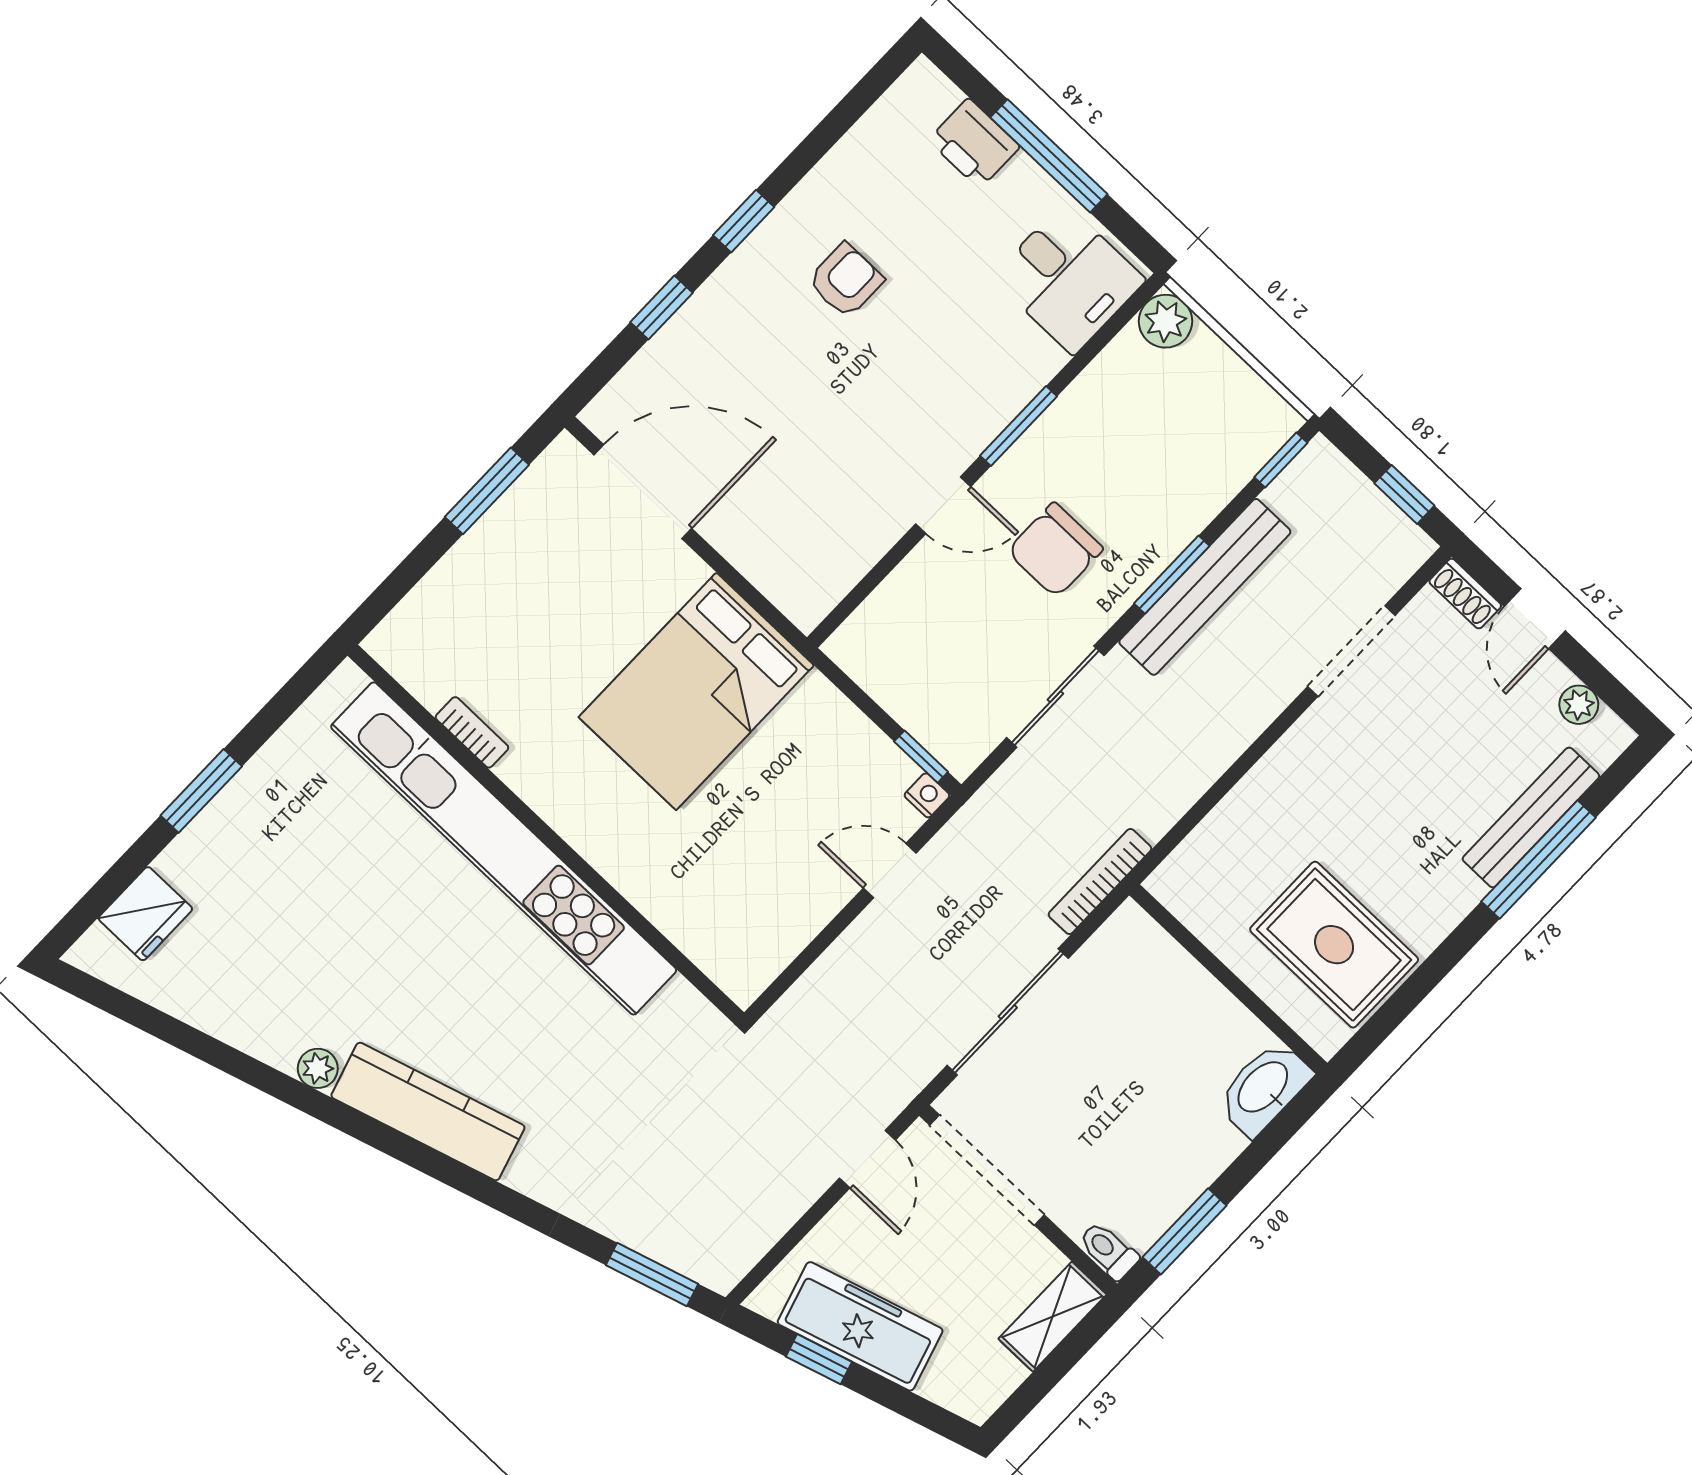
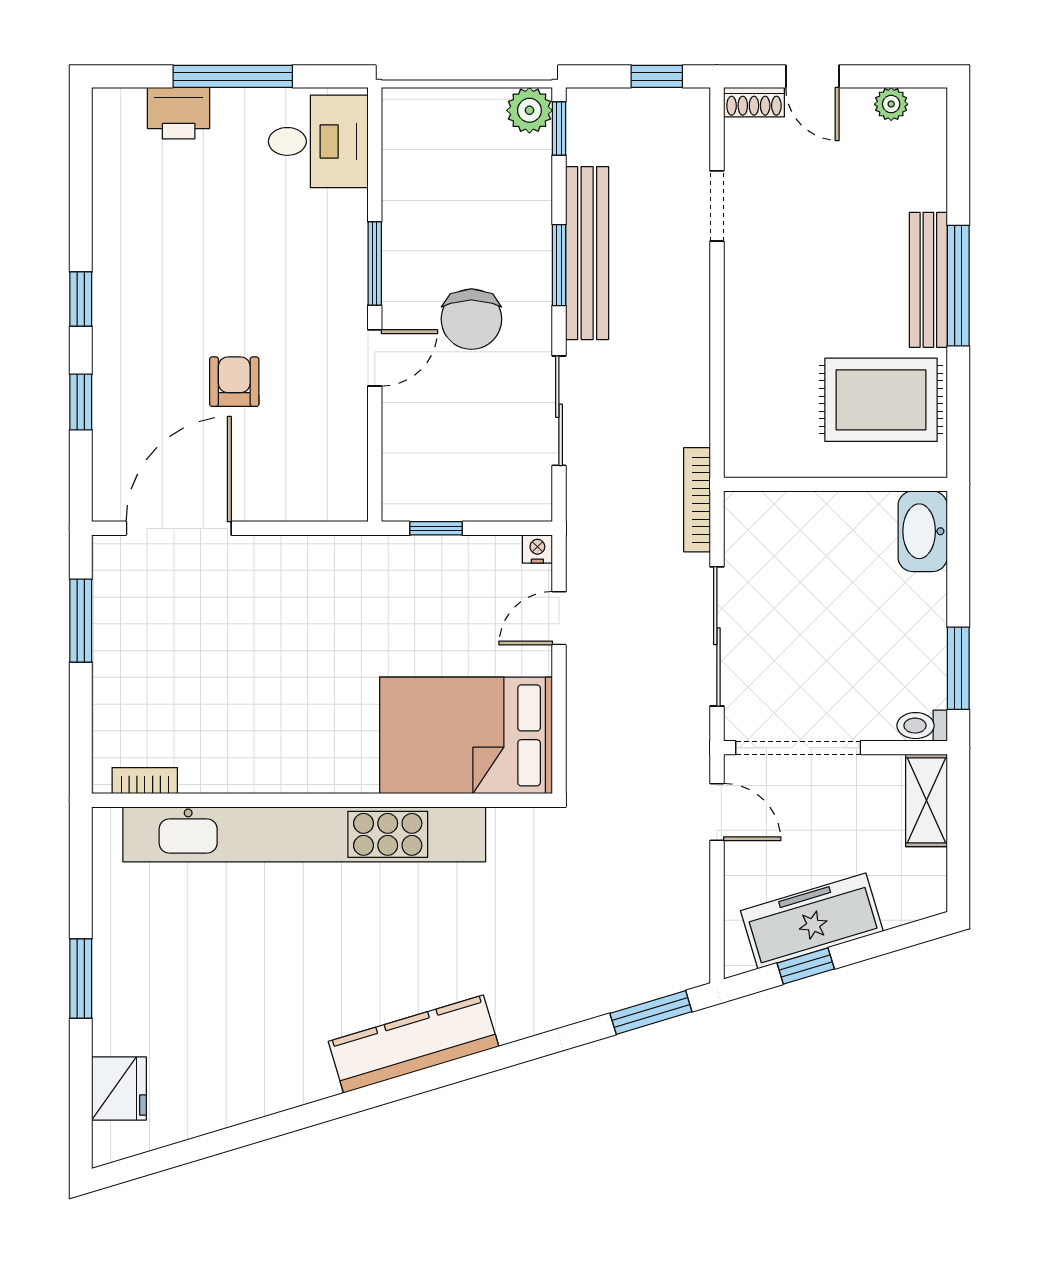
armchair: (846, 280) -> (234, 382), moved
plant: (1166, 321) -> (529, 110), moved
doorway: (1351, 651) -> (717, 206), width x0.73
bed: (696, 691) -> (466, 735), moved, turned 90
bookcase: (472, 732) -> (145, 781), moved
window: (921, 757) -> (436, 528), moved
bench: (1531, 817) -> (928, 280), moved
window: (1539, 860) -> (958, 286), moved
plant: (318, 1068) -> (319, 1083), removed

